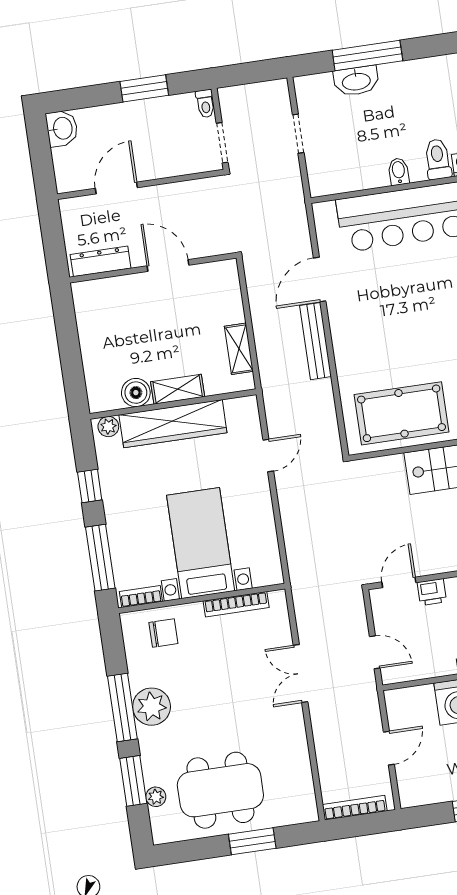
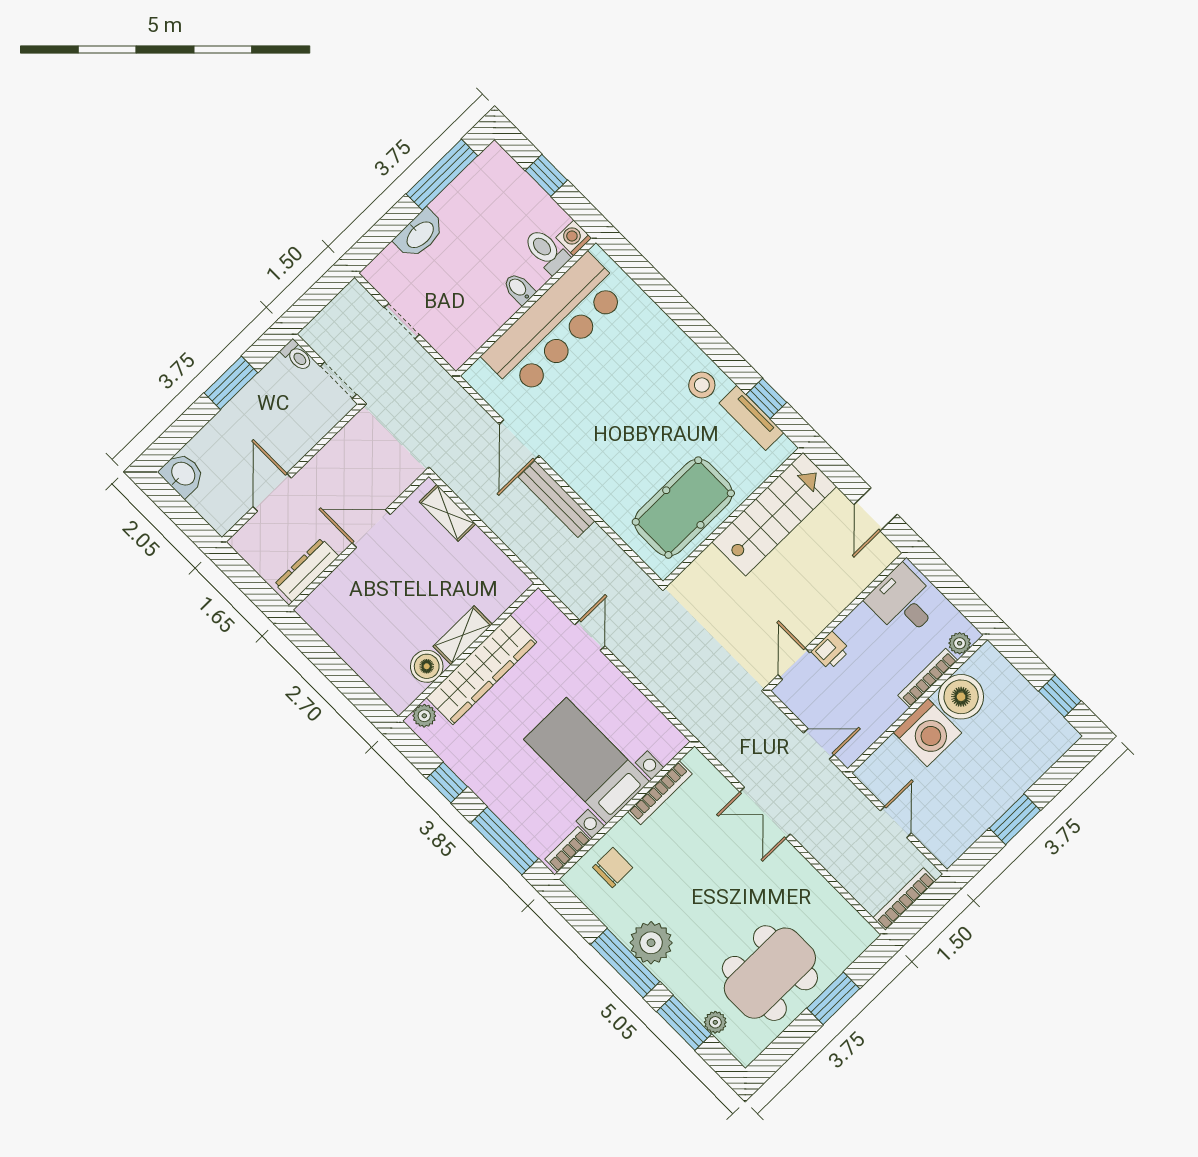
window: (367, 55) -> (442, 175), moved
shelving: (239, 349) -> (448, 513), moved

